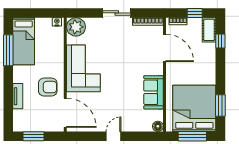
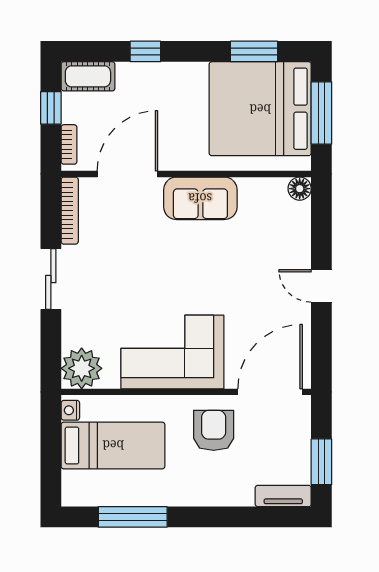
bed: (24, 41) -> (113, 445), moved
window: (220, 41) -> (145, 51), moved
sofa: (153, 92) -> (200, 198), moved
tv unit: (18, 96) -> (283, 496), moved

